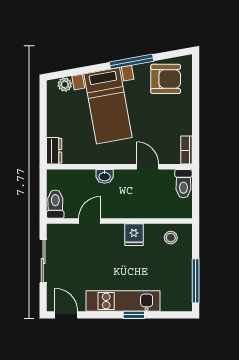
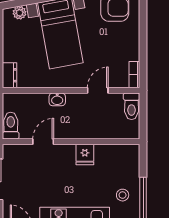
door: (148, 167) -> (98, 90), hinge flipped
stool: (171, 238) -> (123, 195), moved

